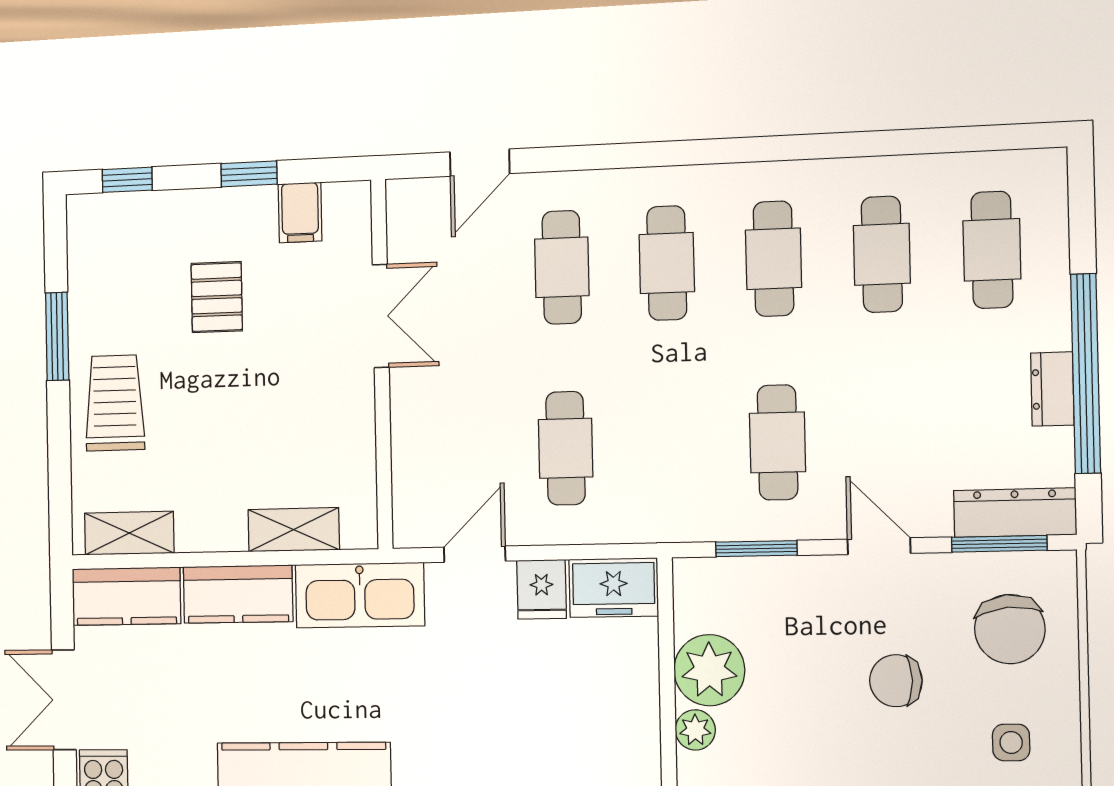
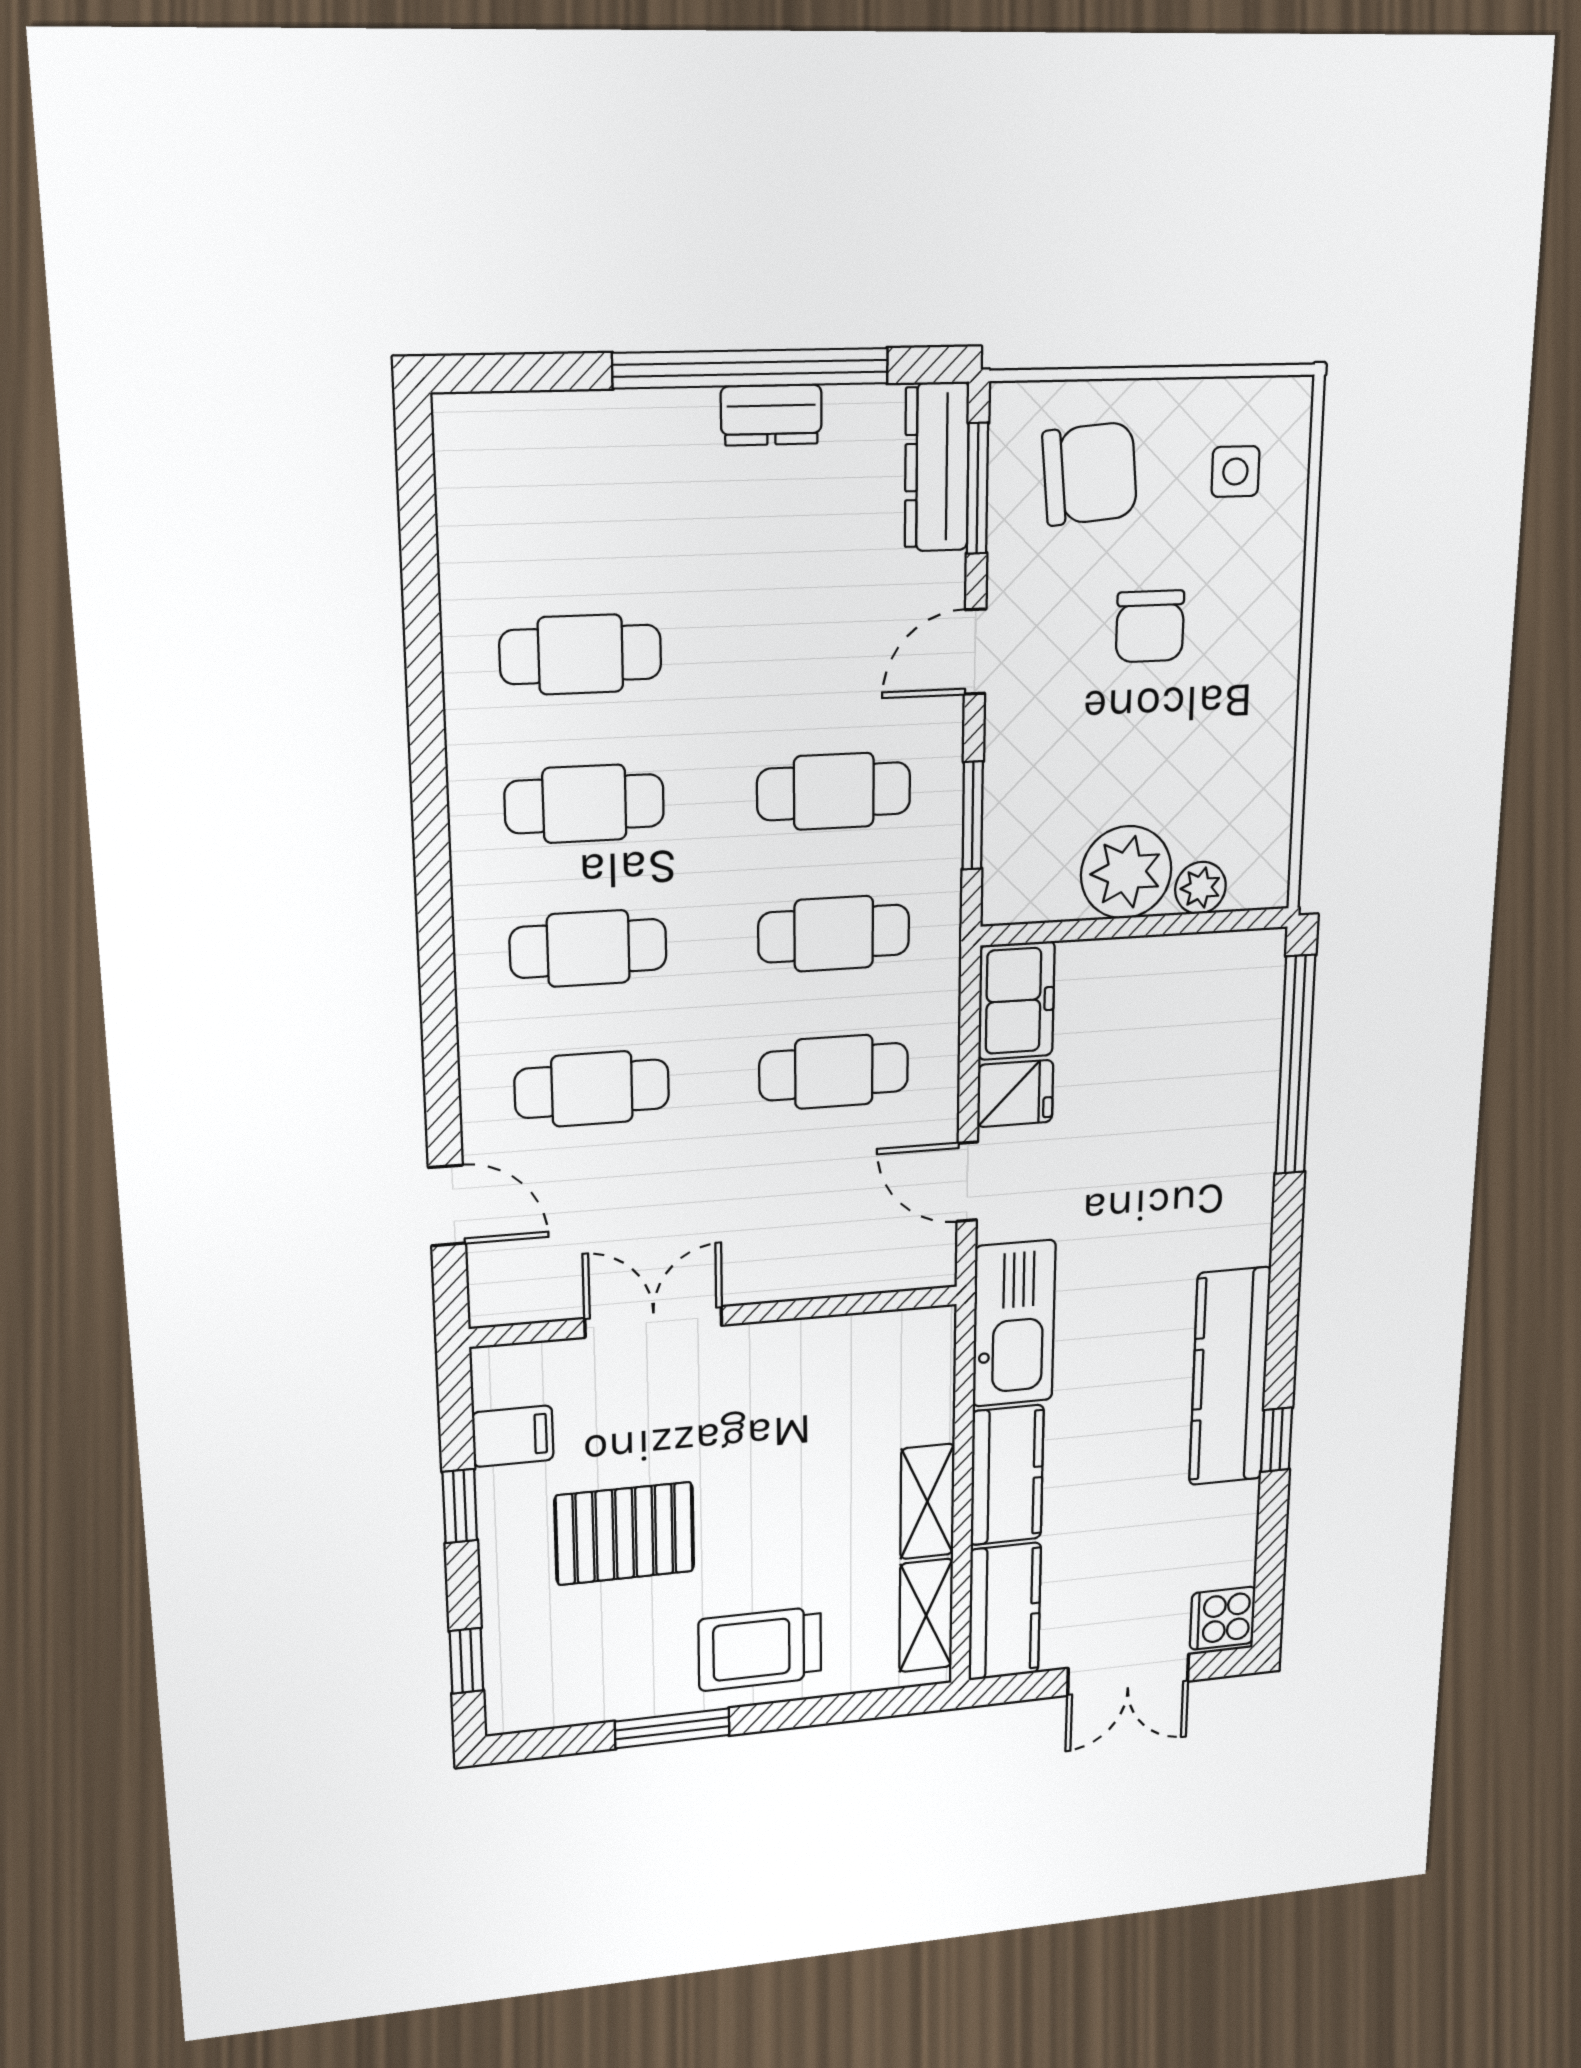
cafe table: (992, 250) -> (834, 934), moved
pallet: (217, 297) -> (625, 1534), width x1.50, depth x1.42
shelving: (294, 530) -> (927, 1502), moved

